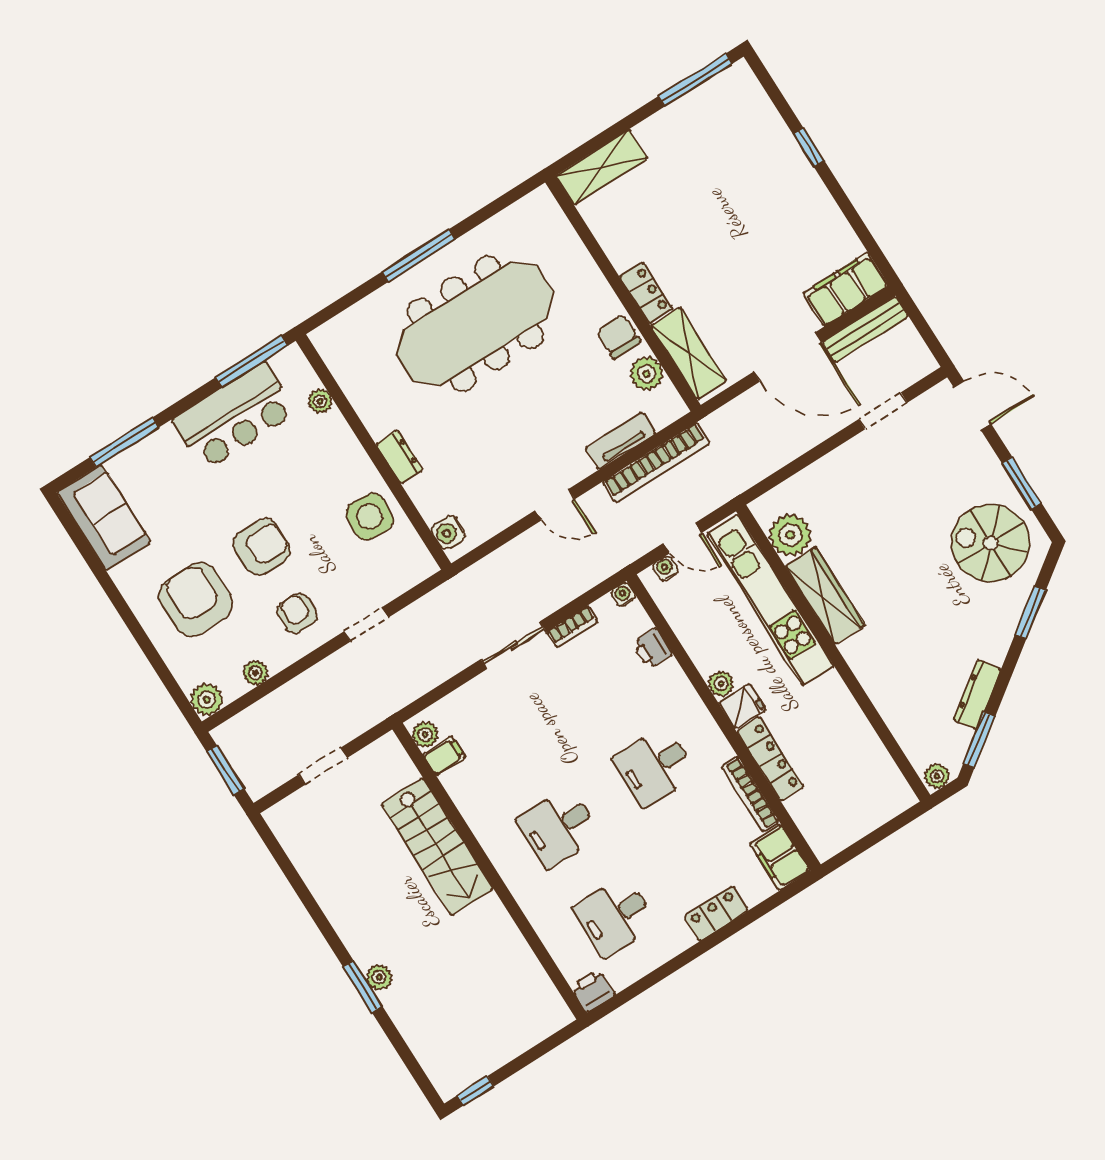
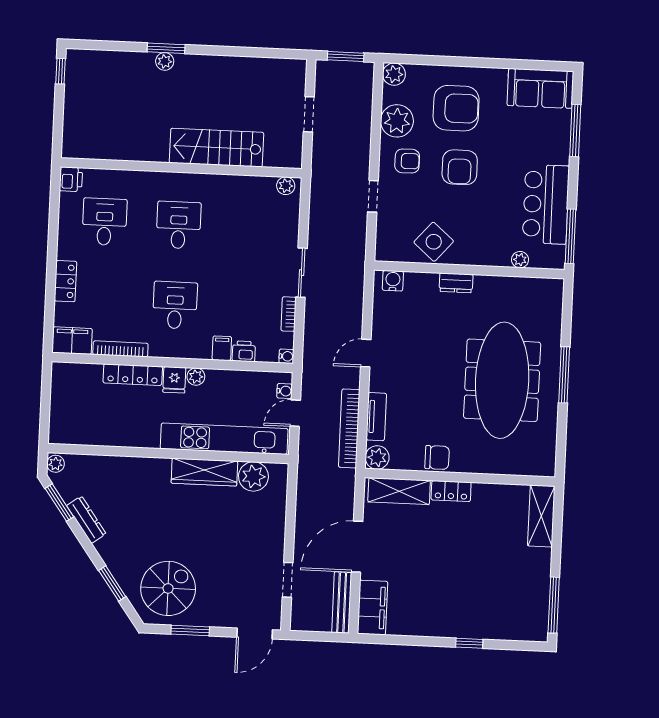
plant: (647, 374) -> (377, 457), moved
side table: (370, 517) -> (434, 242), turned 36
plant: (255, 673) -> (397, 121), width x1.87, depth x1.87
filing cabinet: (444, 756) -> (222, 348), moved, turned 180

